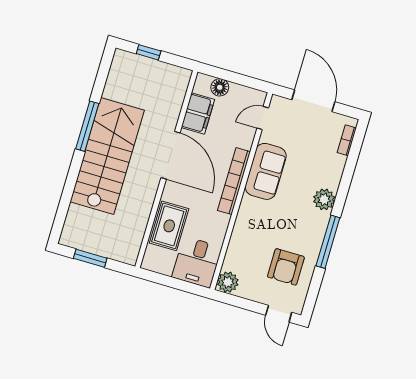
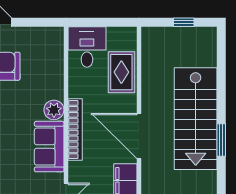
window: (87, 126) -> (221, 140), width x0.69
window: (90, 258) -> (184, 22), width x0.67
plant: (228, 282) -> (54, 110), moved

